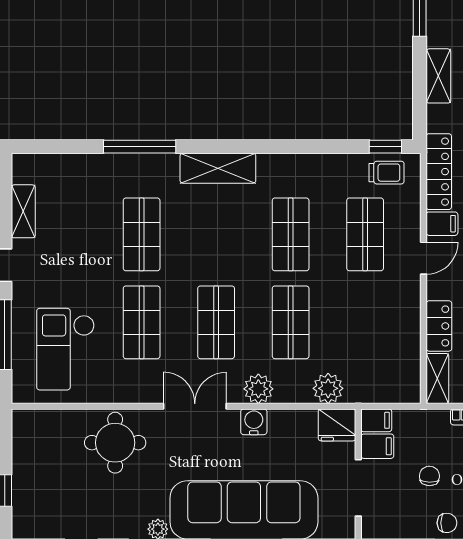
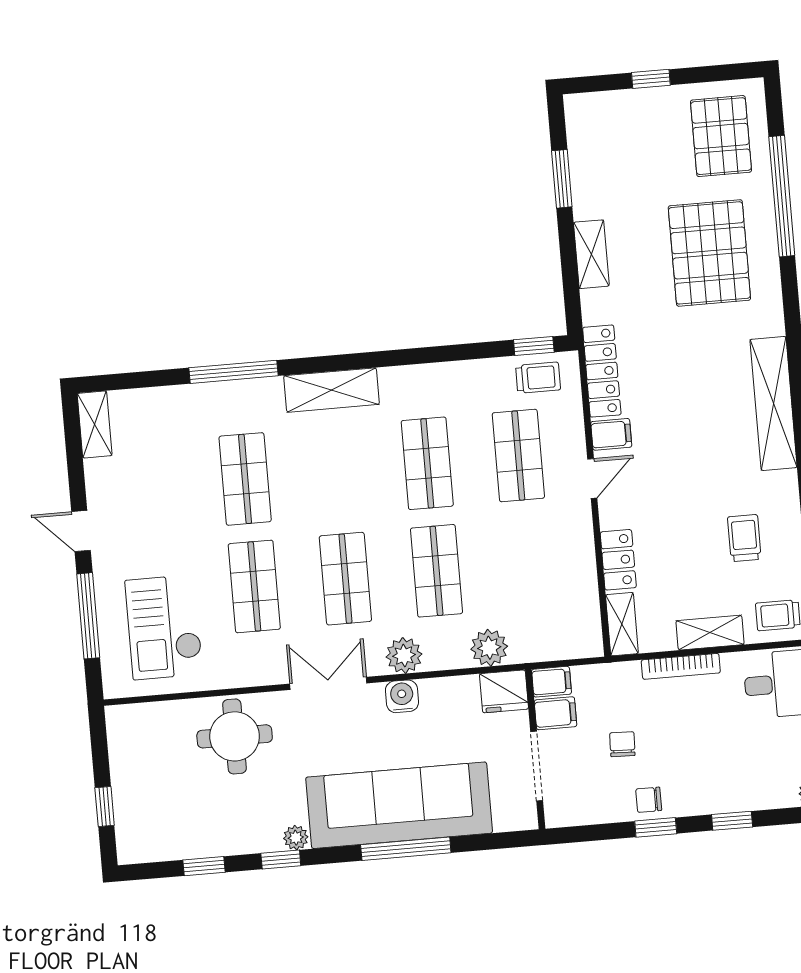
shelving: (23, 211) -> (95, 424), moved
chair: (447, 523) -> (649, 800), turned 180

